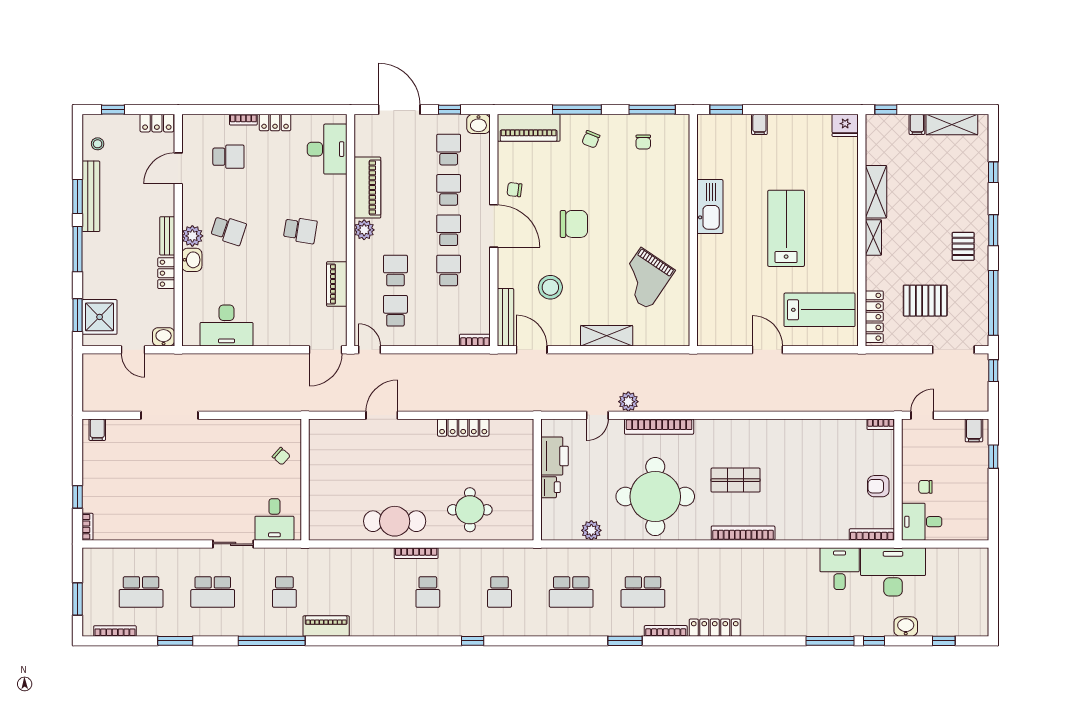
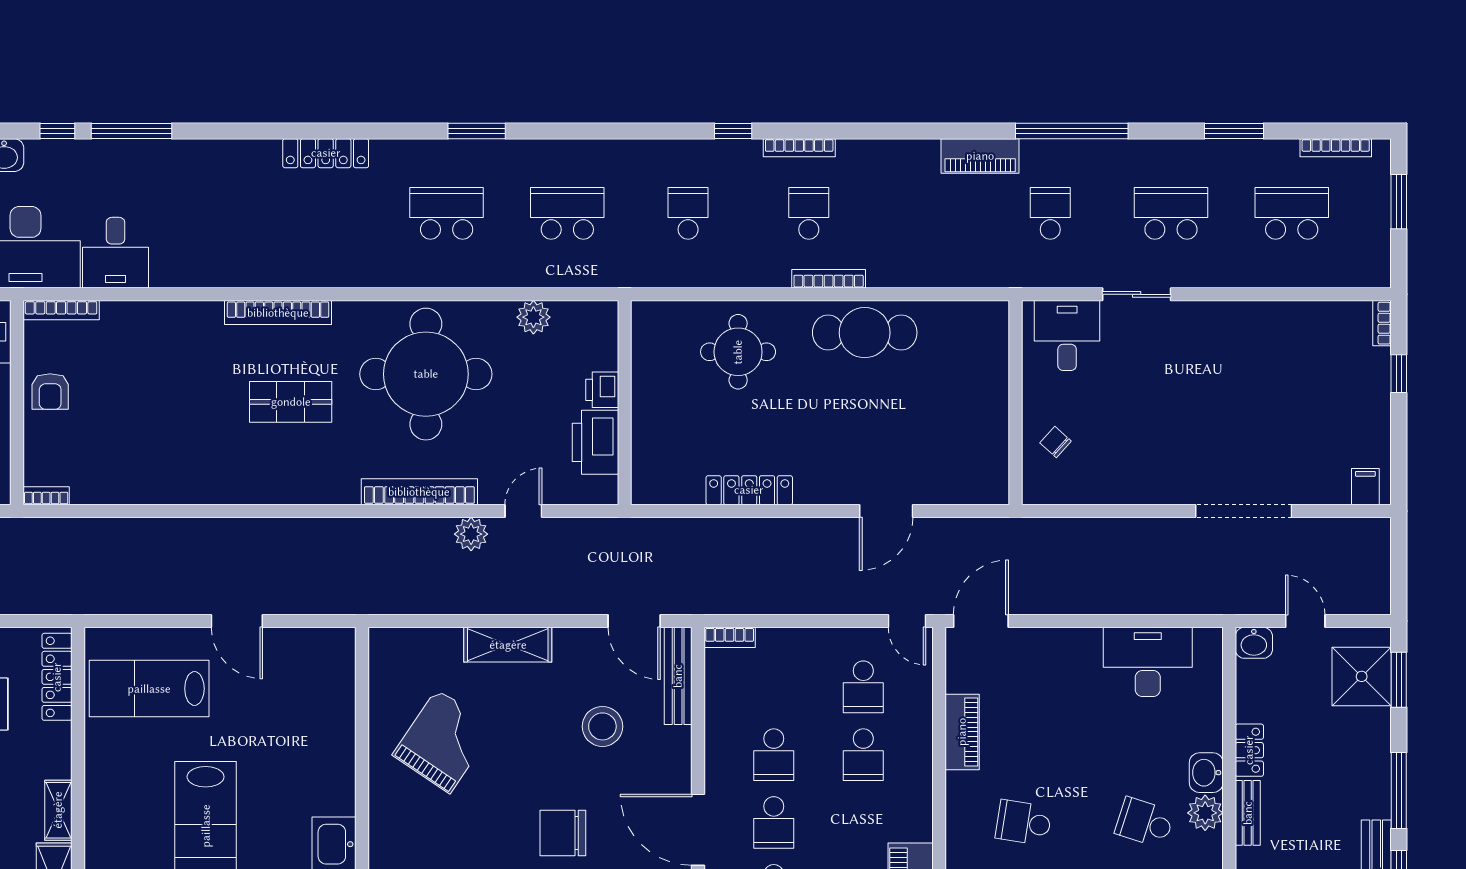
plant: (364, 230) -> (916, 823), removed
armchair: (878, 486) -> (50, 392), turned 90
bookcase: (666, 631) -> (799, 148), moved

